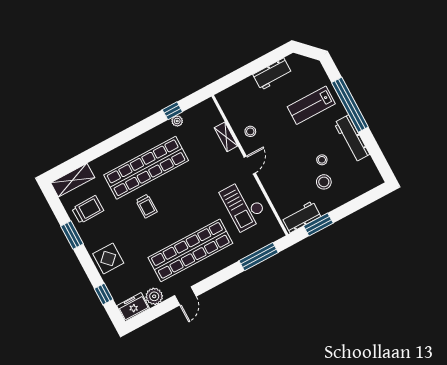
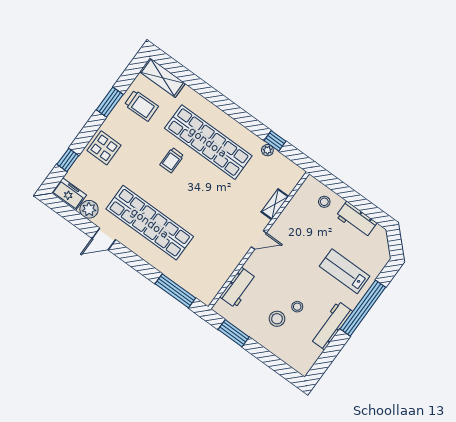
stool: (250, 131) -> (324, 202), moved
checkout: (243, 205) -> (218, 253), removed
workbench: (301, 217) -> (238, 288), moved, turned 90

